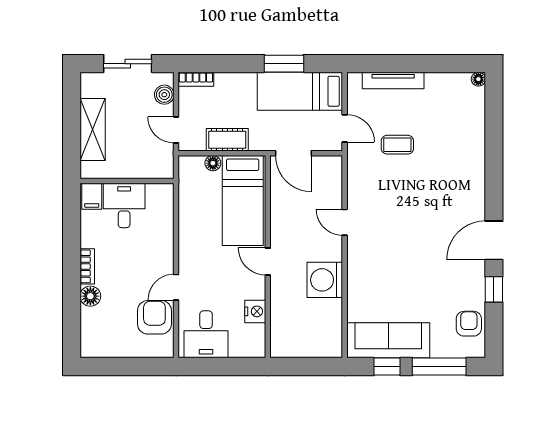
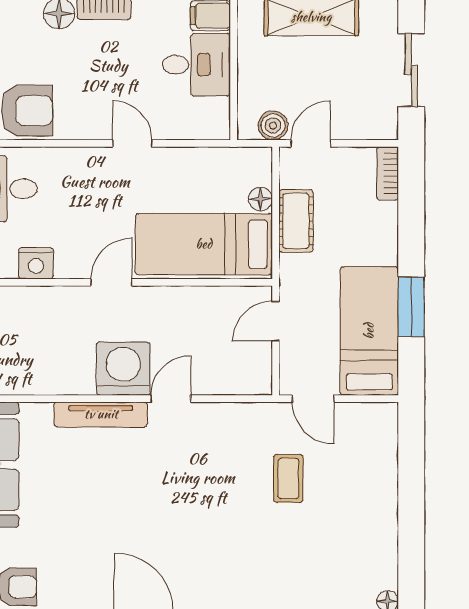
tv unit: (393, 80) -> (101, 414), moved, turned -90
boiler: (164, 95) -> (273, 126), moved
door: (345, 128) -> (313, 399), hinge flipped
door: (293, 153) -> (276, 321), width x0.73
washing machine: (325, 280) -> (123, 369), moved
door: (176, 287) -> (132, 143), moved

